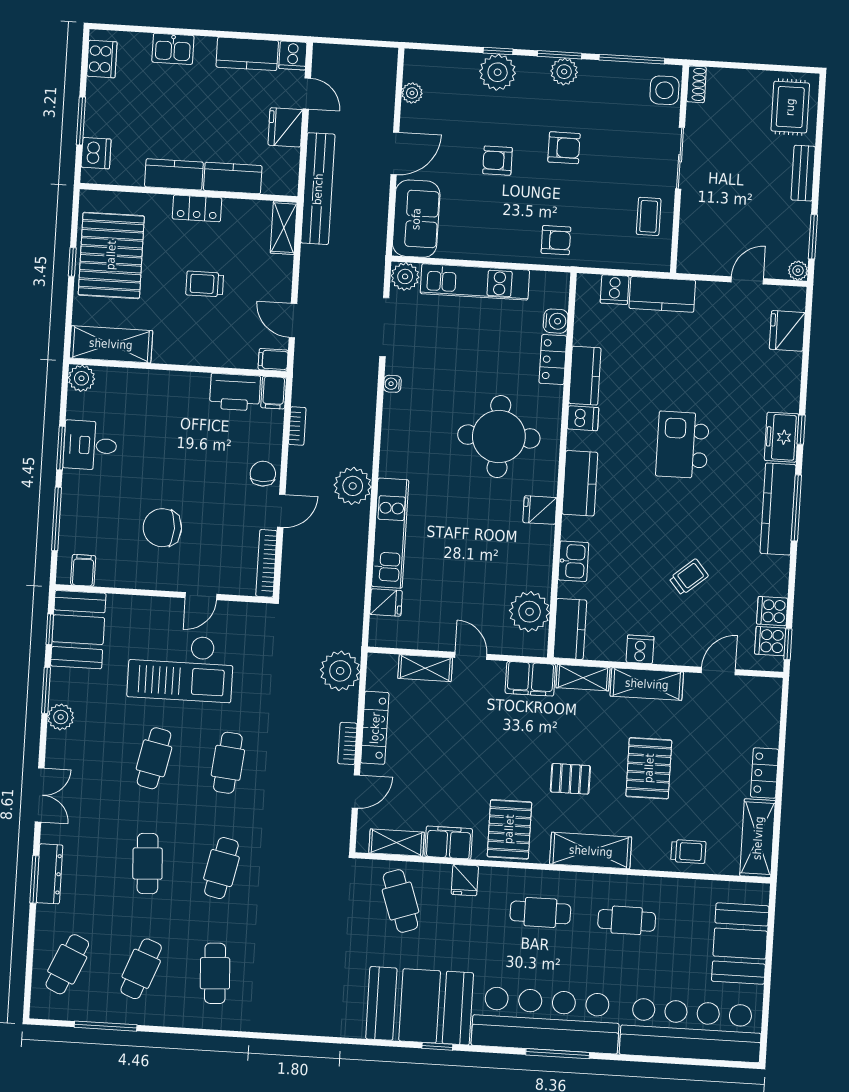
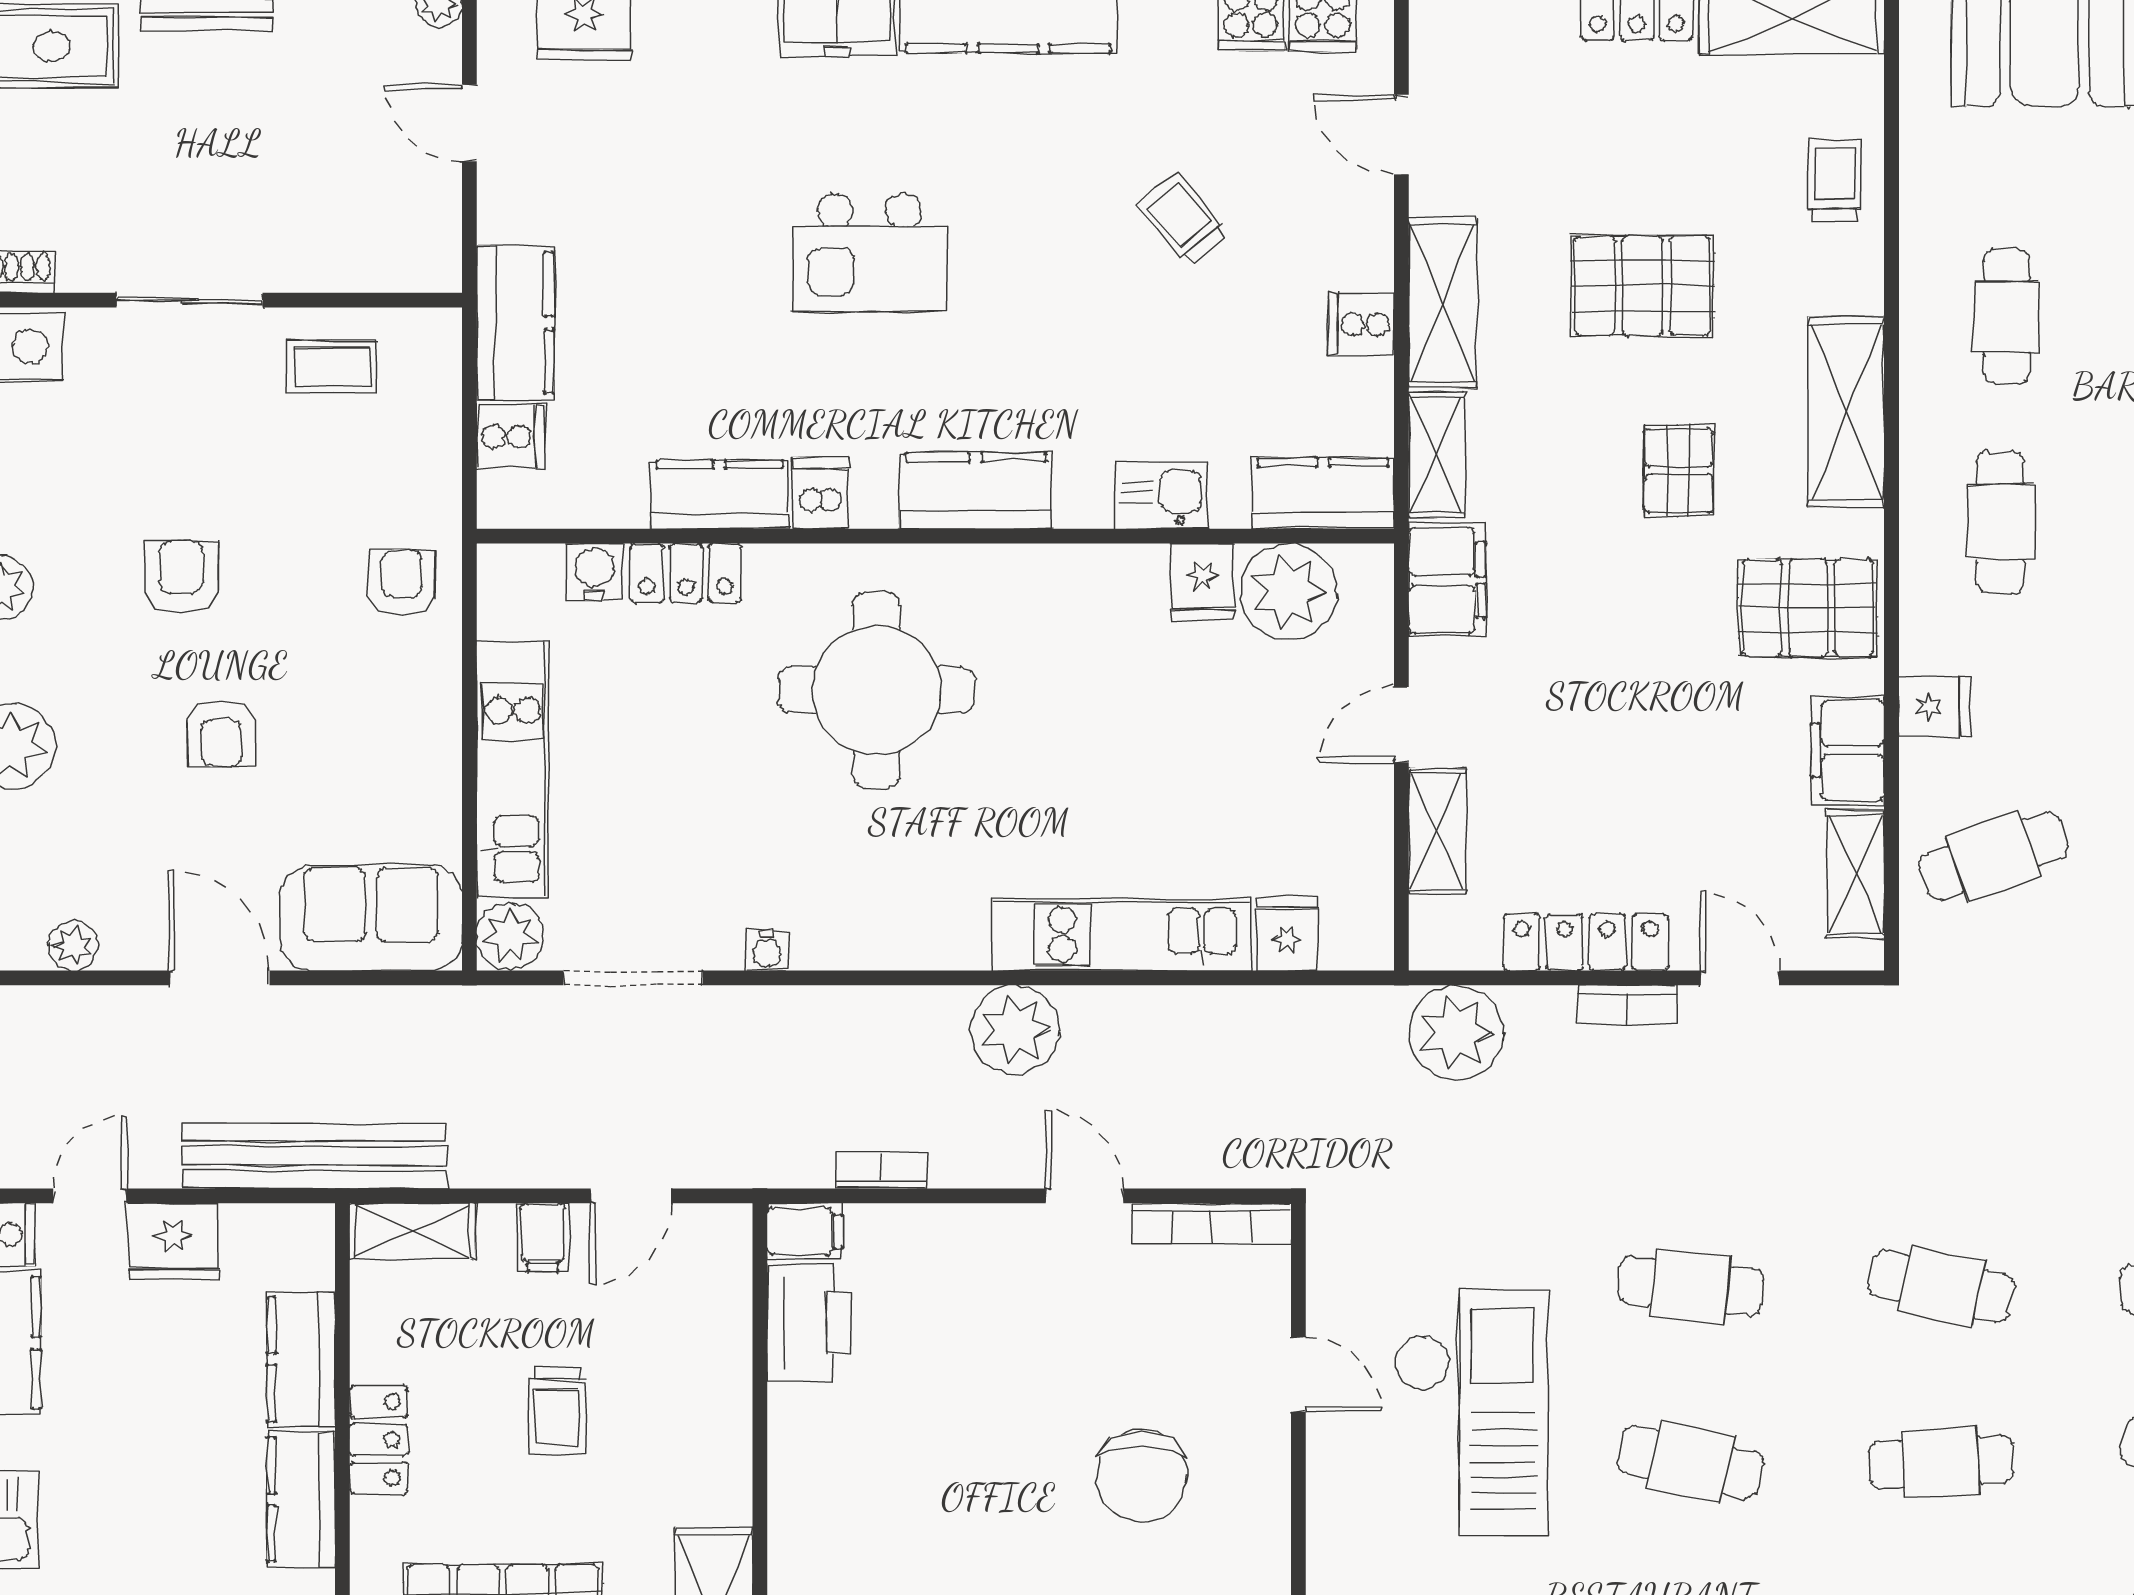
filing cabinet: (273, 360) -> (543, 1237), moved
chair: (263, 474) -> (999, 1245), removed
fridge: (540, 510) -> (1202, 582), moved

